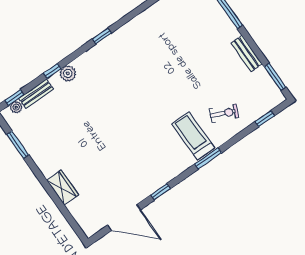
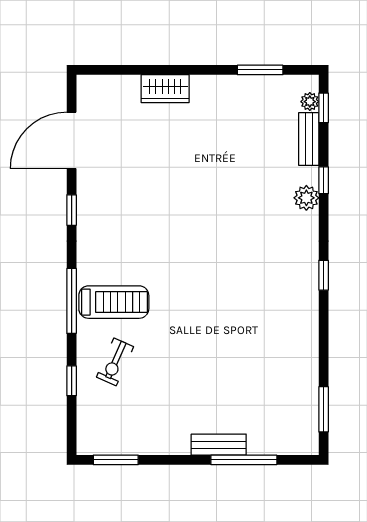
bench: (247, 53) -> (219, 445), moved
window: (265, 119) -> (72, 381), moved
window: (208, 158) -> (72, 301), width x1.44

